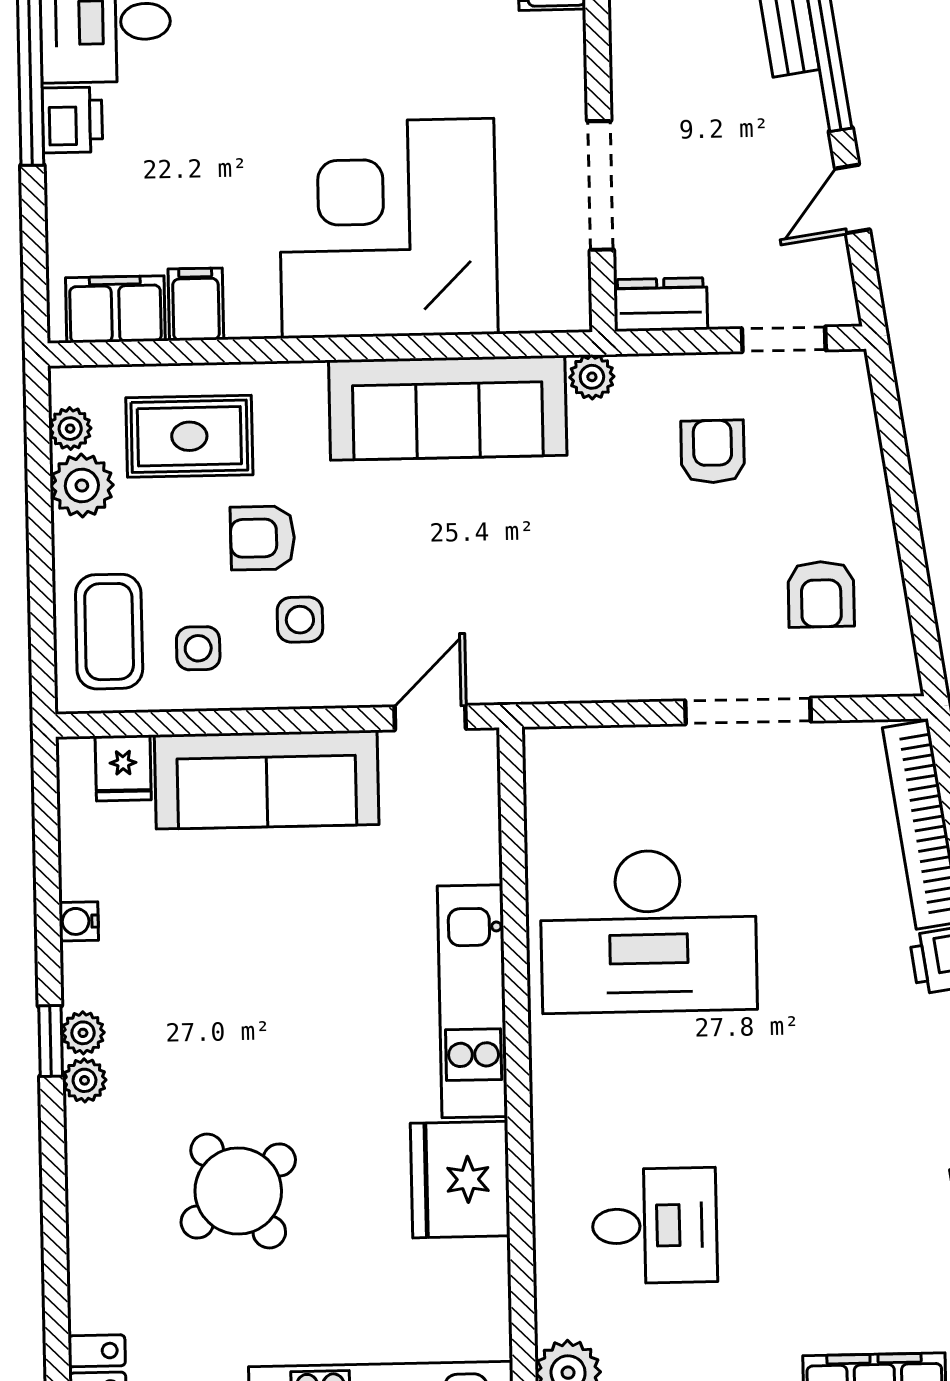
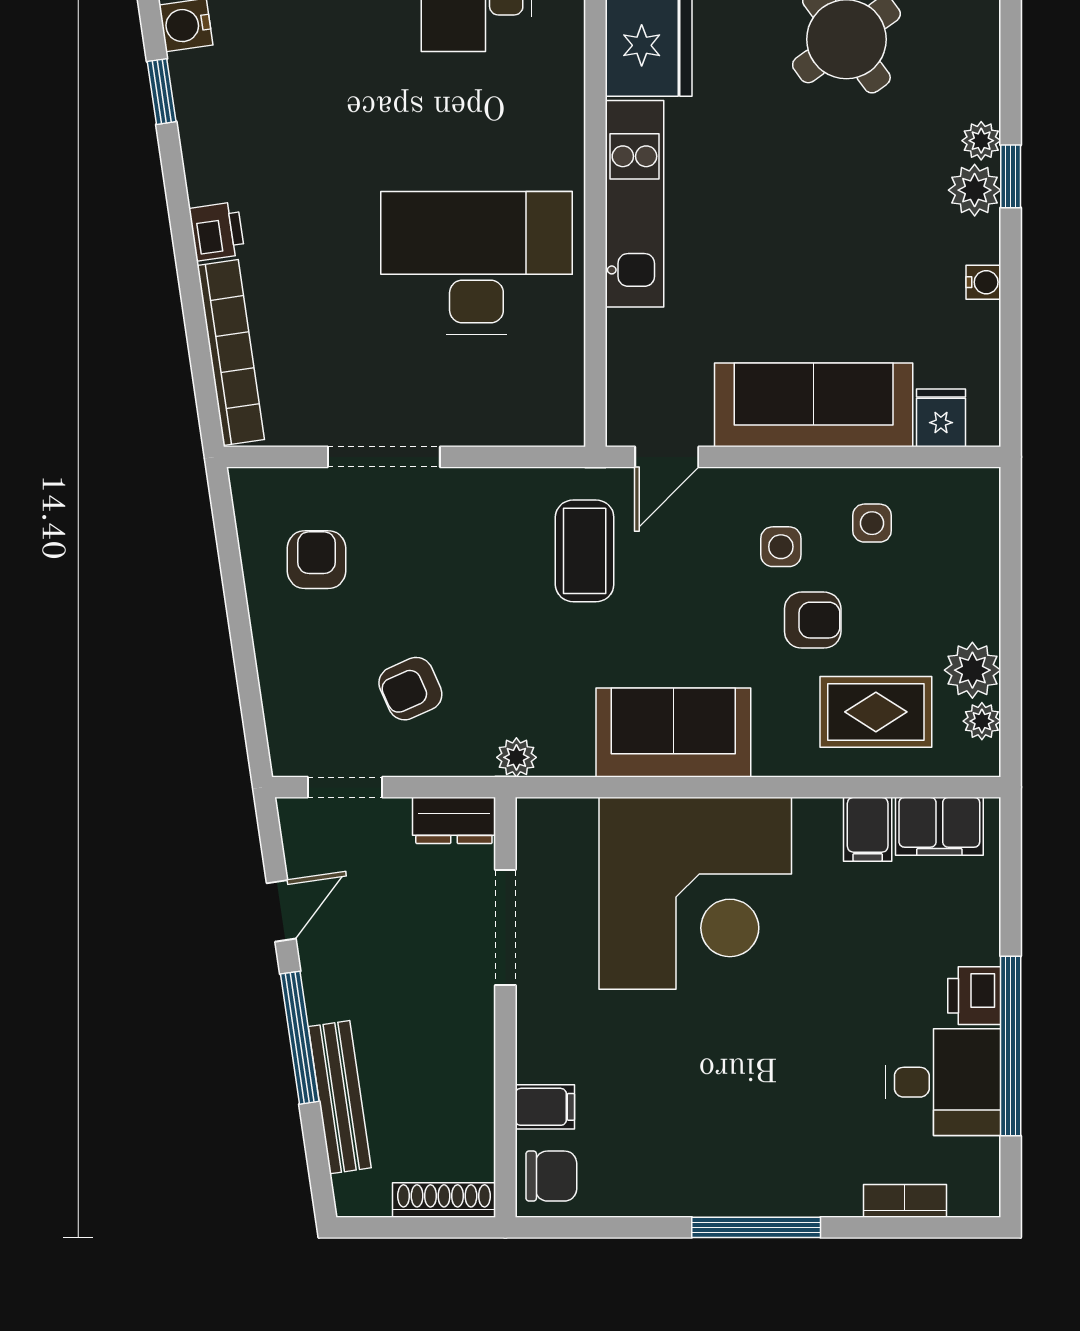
sofa: (448, 408) -> (673, 733), width x0.73
armchair: (713, 452) -> (410, 689), turned 66
coffee table: (109, 632) -> (585, 551), moved
plant: (83, 1033) -> (975, 190), width x1.38, depth x1.38

